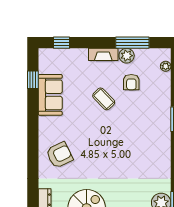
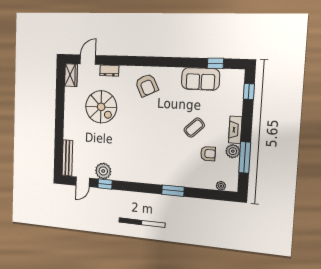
armchair: (131, 82) -> (208, 154), turned 180

